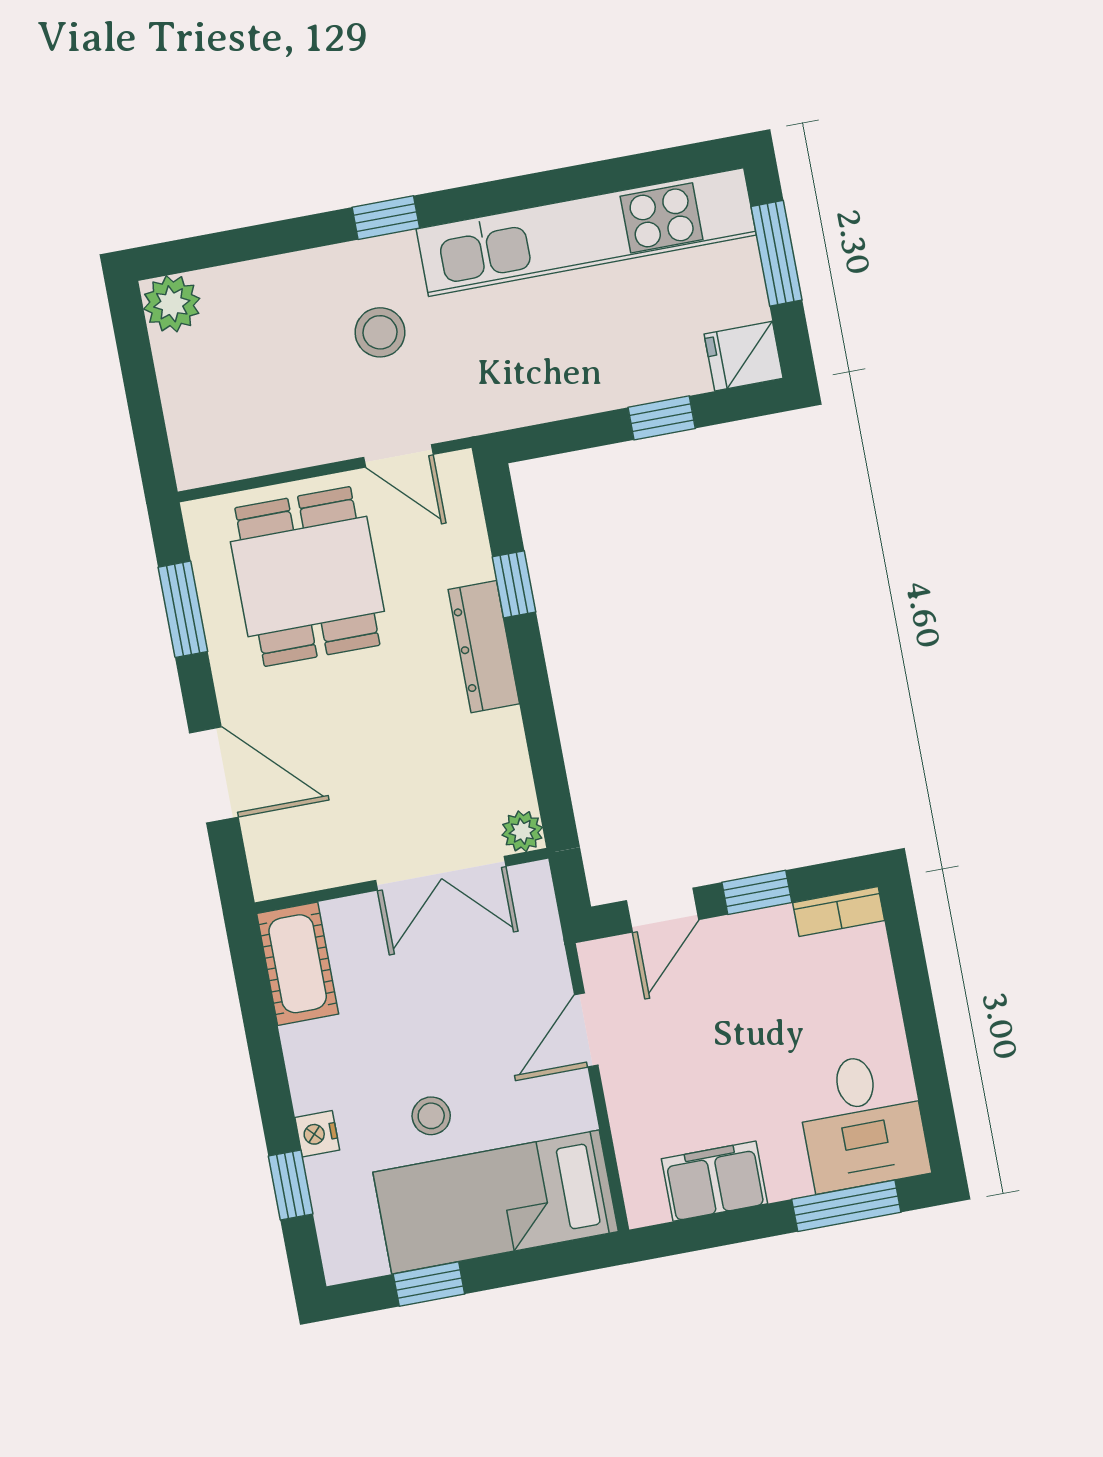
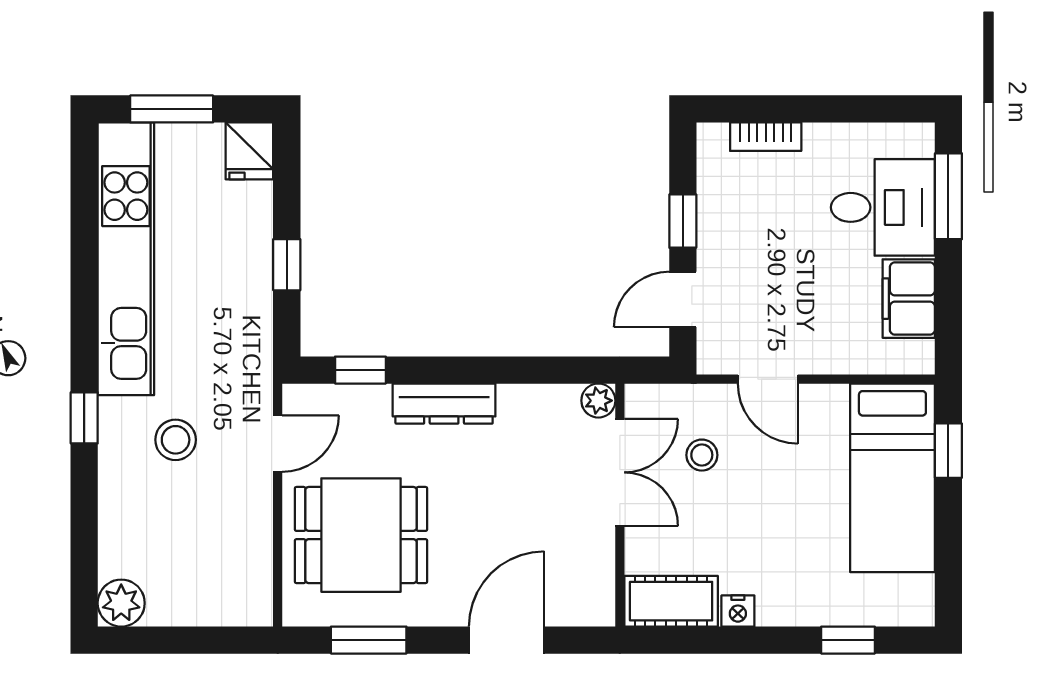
window: (662, 418) -> (287, 265), moved
window: (514, 584) -> (360, 370), moved
door: (663, 910) -> (683, 299), swing flipped
bookcase: (839, 912) -> (766, 137), moved, turned 90
stool: (431, 1116) -> (702, 455), moved
desk: (862, 1121) -> (883, 207), moved
nightstand: (317, 1134) -> (738, 611), moved
window: (429, 1284) -> (948, 451), moved

